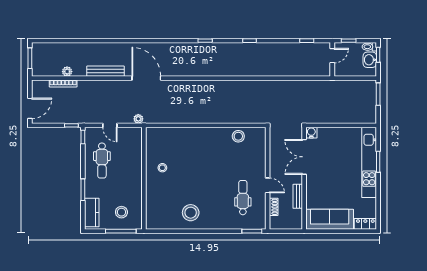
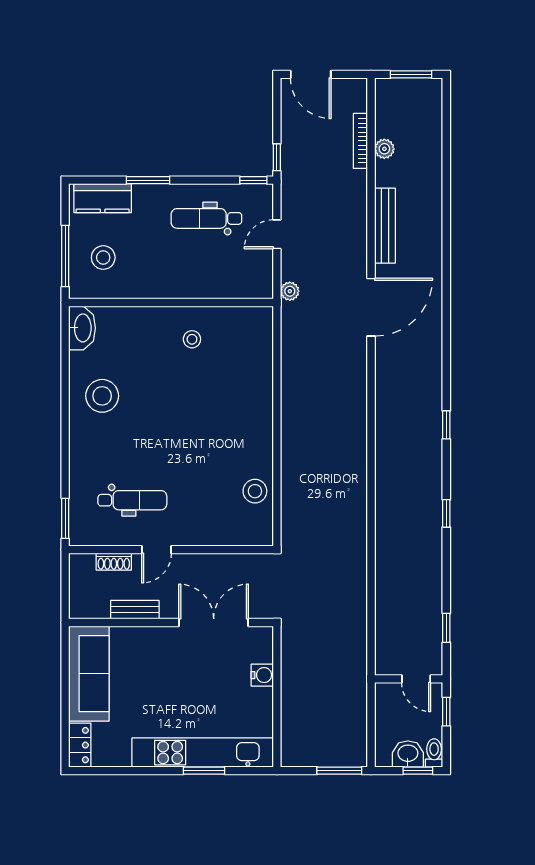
water cooler: (311, 133) -> (262, 675), moved
washbasin: (157, 223) -> (82, 328), added

